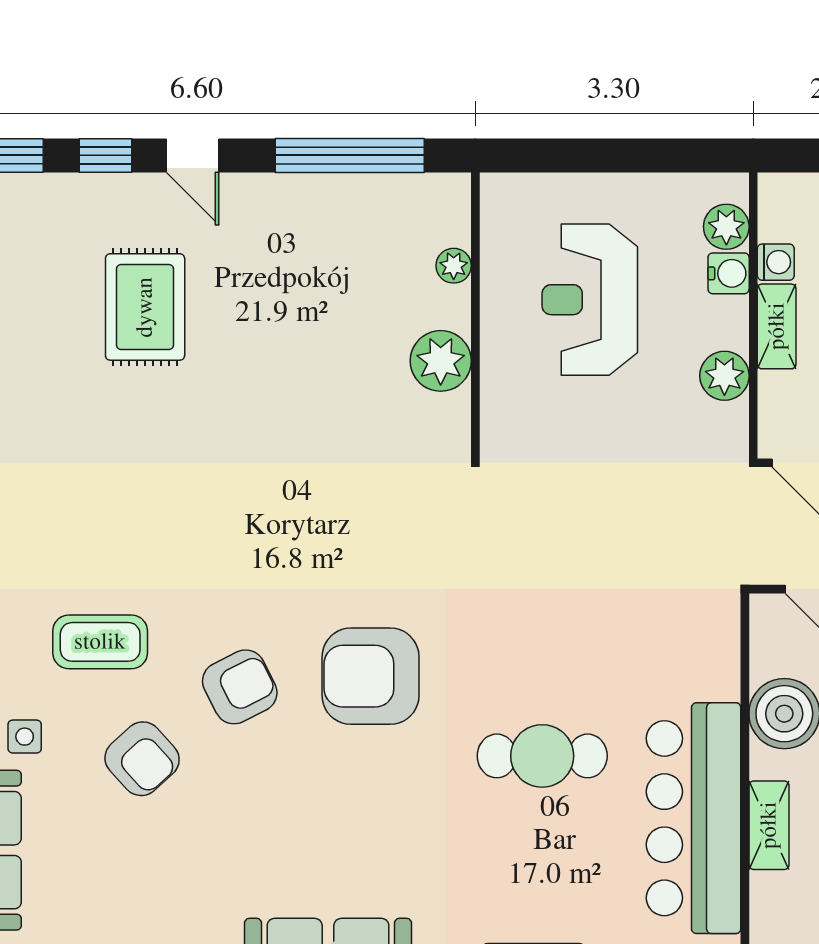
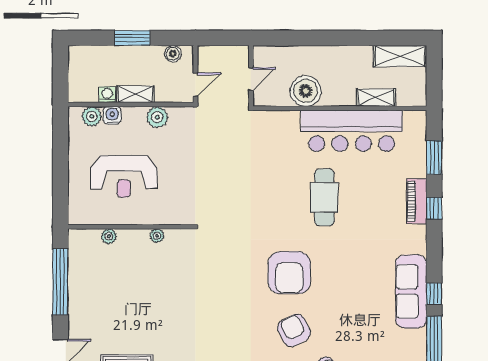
plant: (441, 361) -> (157, 236), width x0.53, depth x0.53
shelving: (769, 825) -> (376, 98), moved

